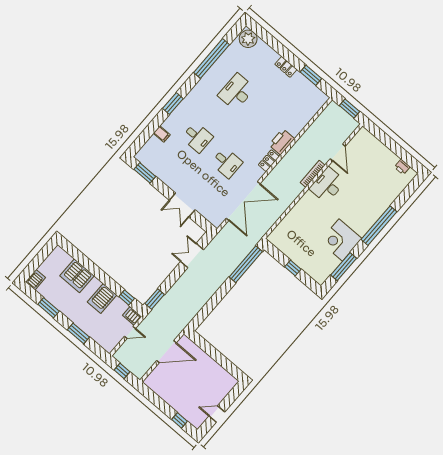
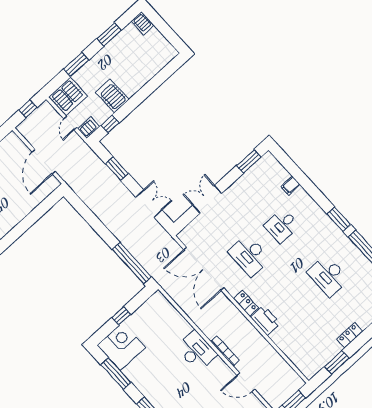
desk: (236, 92) -> (328, 276), turned 180
window: (173, 104) -> (339, 219), moved
desk: (227, 163) -> (249, 255), width x1.37
desk: (327, 185) -> (197, 351), moved
corner desk: (341, 240) -> (121, 346), moved
server rack: (77, 276) -> (68, 96), moved, turned 180
window: (155, 299) -> (117, 169), moved

